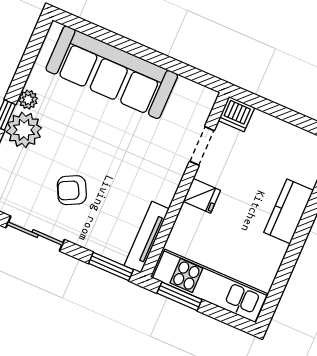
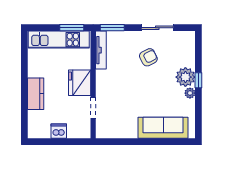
sofa: (112, 72) -> (163, 128), width x0.74, depth x0.79
dishwasher: (236, 114) -> (59, 131), moved
fridge: (202, 196) -> (80, 83), width x1.88, depth x1.34

